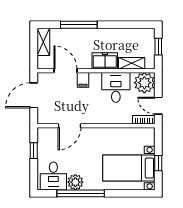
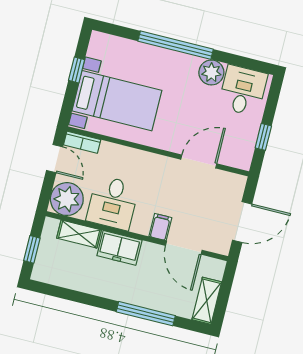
bed with nightstands: (129, 168) -> (117, 101), moved
window: (81, 193) -> (176, 45), moved

